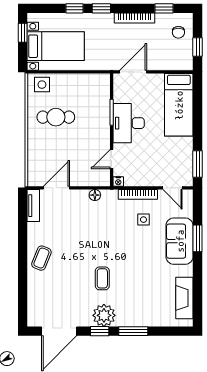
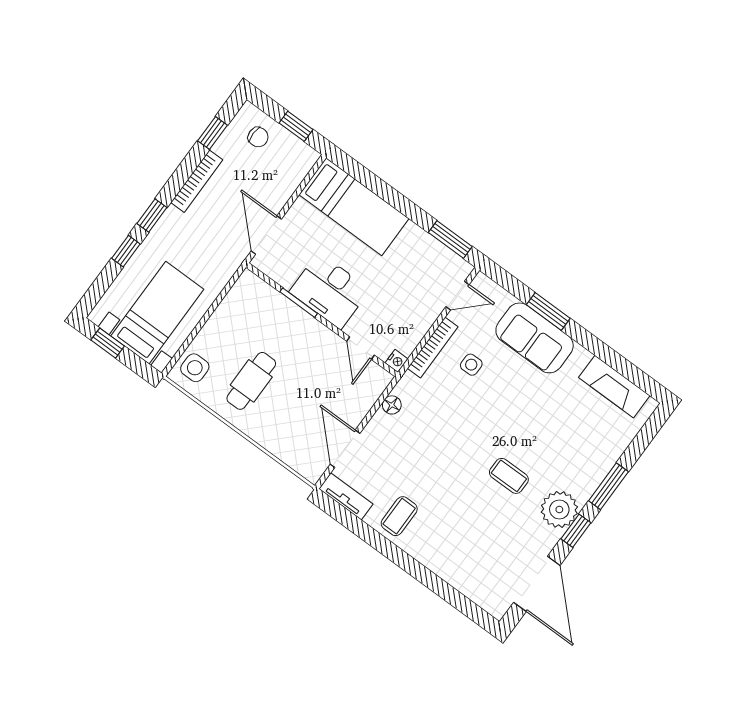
coffee table: (41, 258) -> (399, 516), moved, turned 68

